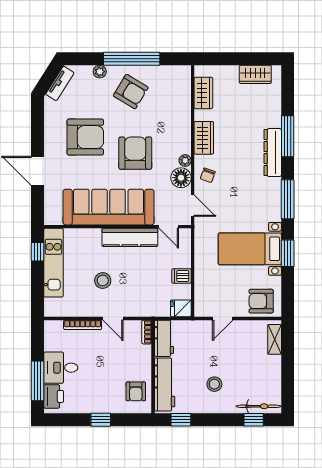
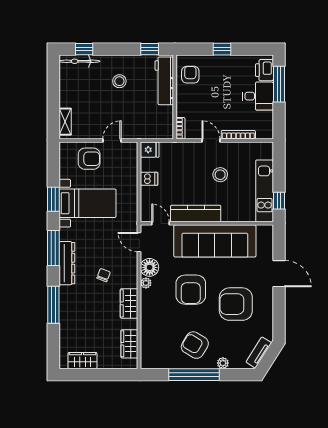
dresser: (273, 153) -> (67, 263), moved
chair: (208, 175) -> (104, 275), moved
armchair: (261, 301) -> (89, 159), moved
workbench: (164, 338) -> (165, 123), removed

